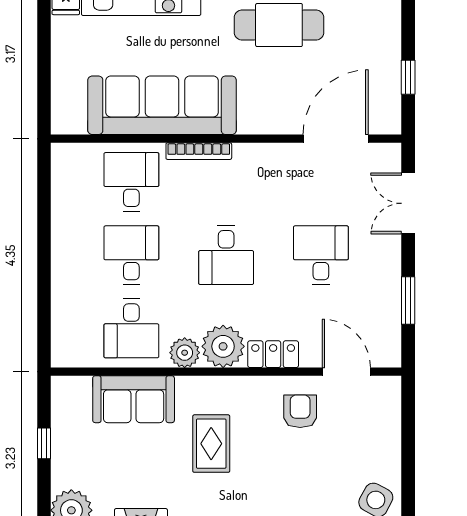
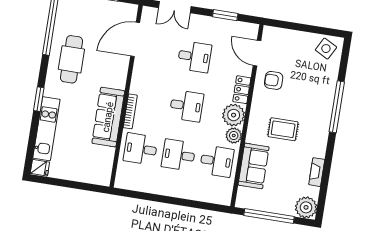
sofa: (162, 105) -> (108, 117), width x0.74, depth x0.79
door: (336, 139) -> (135, 39), hinge flipped
desk: (321, 255) -> (194, 57), turned 180
door: (346, 372) -> (257, 53), hinge flipped
window: (44, 443) -> (269, 216), width x3.17

